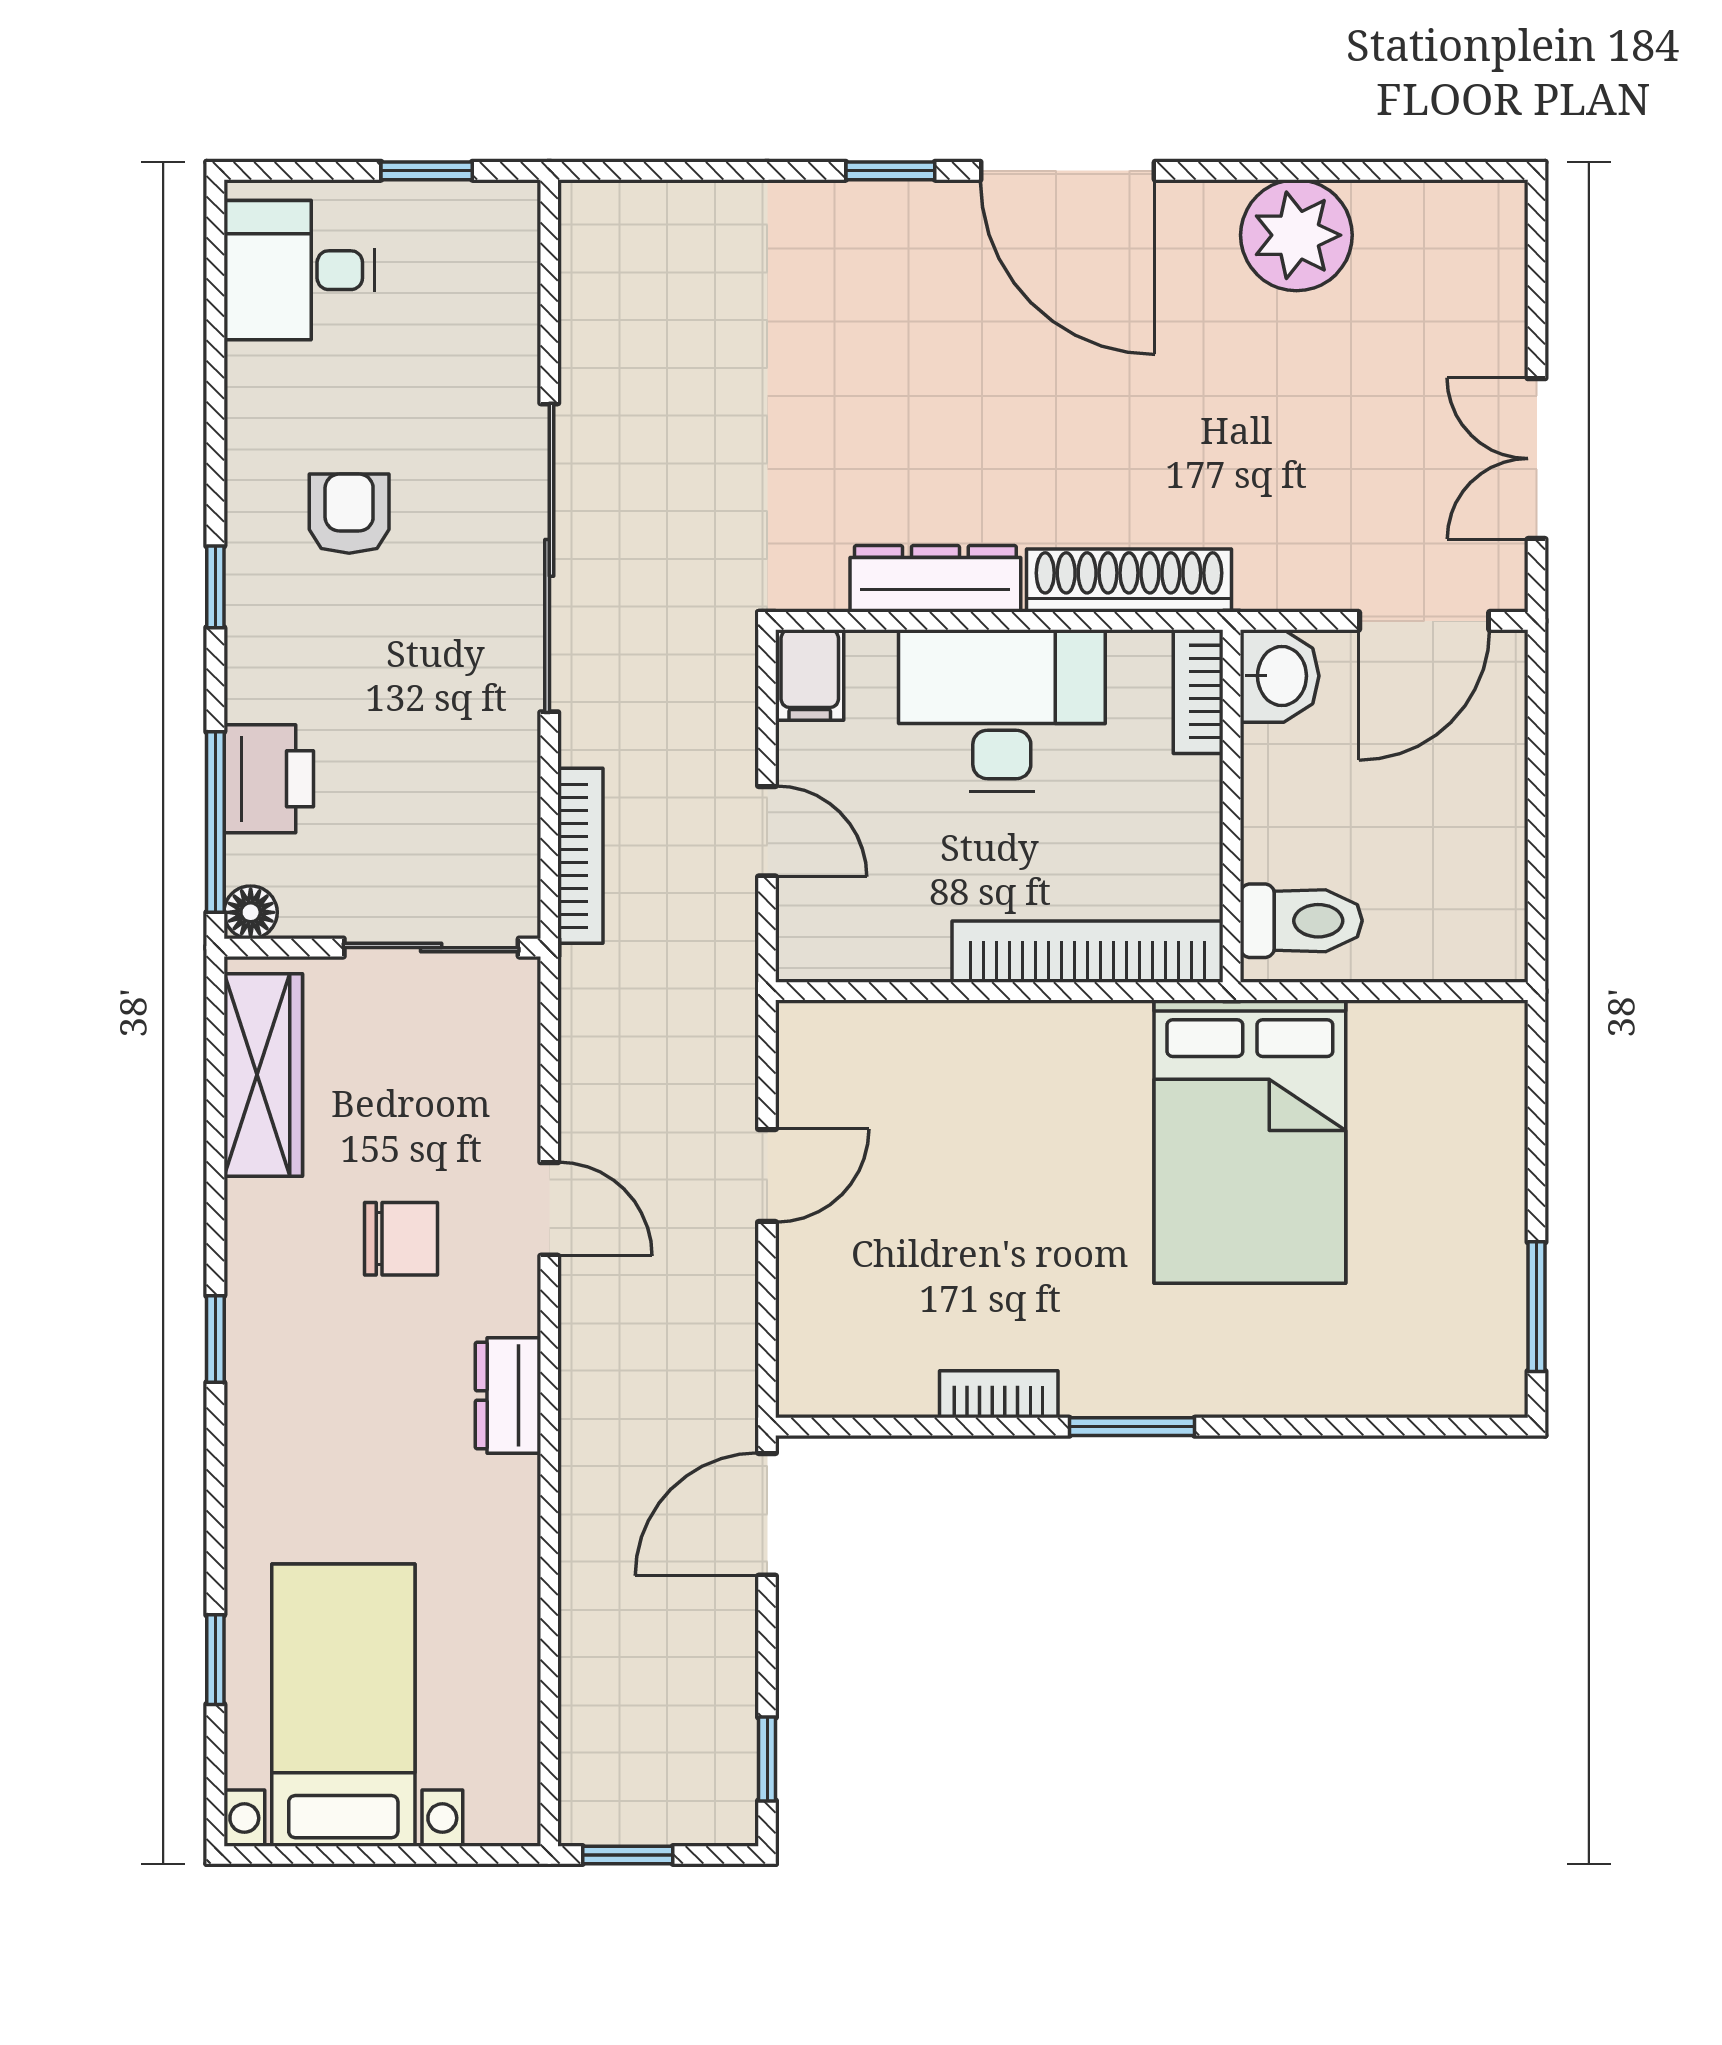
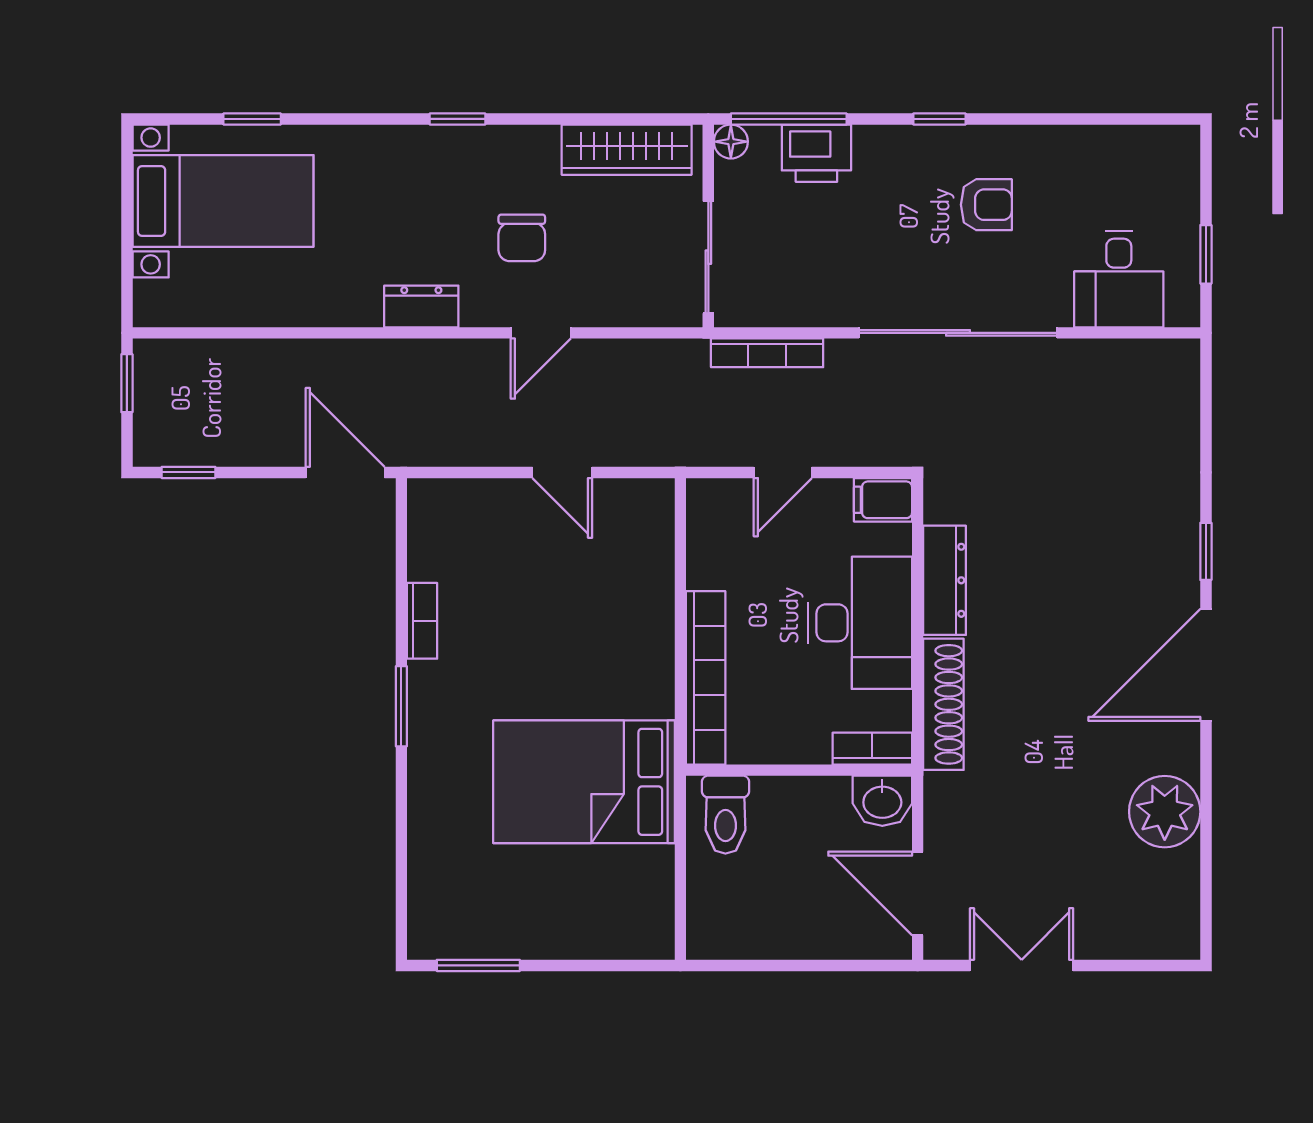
desk: (299, 270) -> (1119, 279), moved, turned 180

